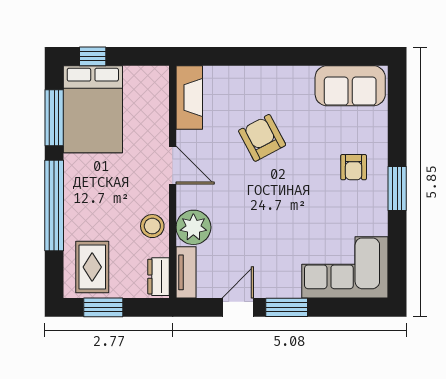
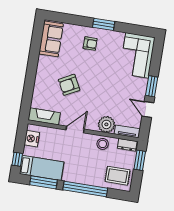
nightstand: (140, 79) -> (32, 139), added
bed: (93, 109) -> (42, 168), width x0.67
window: (103, 307) -> (140, 160), moved

